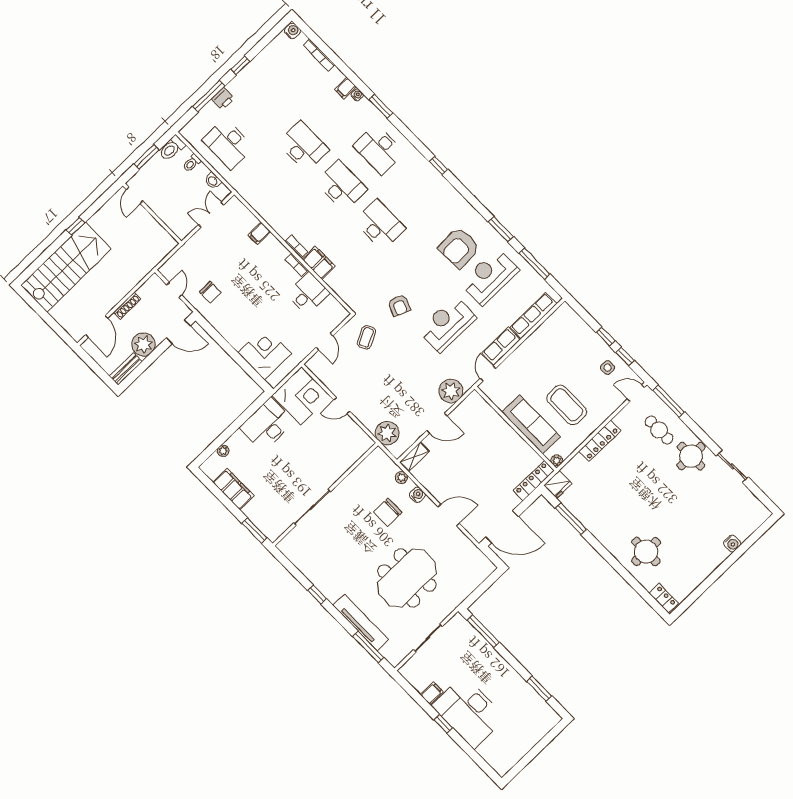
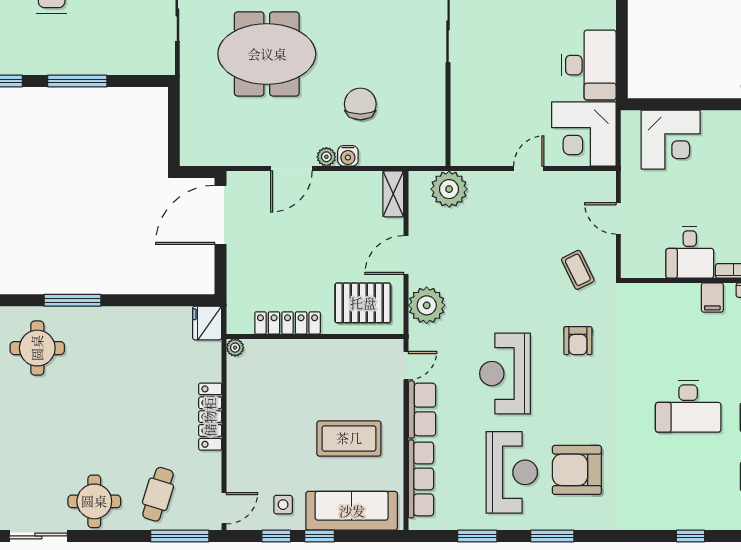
armchair: (459, 248) -> (577, 470), turned -88
filing cabinet: (319, 263) -> (712, 298), width x0.50
window: (535, 264) -> (477, 536), width x0.69
armchair: (399, 305) -> (578, 341), turned -112
reception desk: (447, 324) -> (505, 374), turned 180
door: (488, 373) -> (406, 366), hinge flipped
coffee table: (567, 405) -> (349, 438), moved
pallet: (479, 422) -> (363, 303), added
sofa: (531, 424) -> (352, 511), moved, turned 180
cafe table: (659, 430) -> (158, 494), turned -73
plant: (401, 478) -> (326, 157), moved
locker: (534, 481) -> (288, 323), moved, turned -90
window: (571, 519) -> (72, 300), moved
meeting table: (407, 578) -> (267, 54), turned 90
window: (483, 631) -> (77, 81), moved

